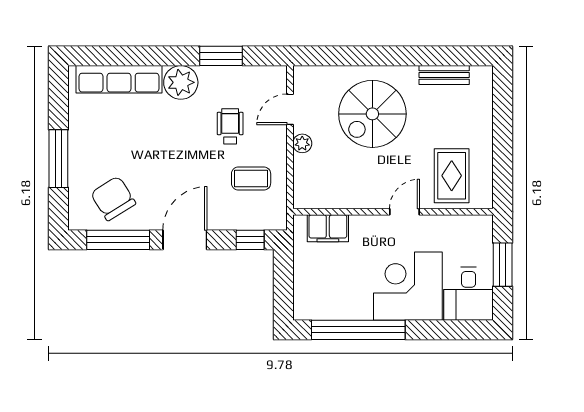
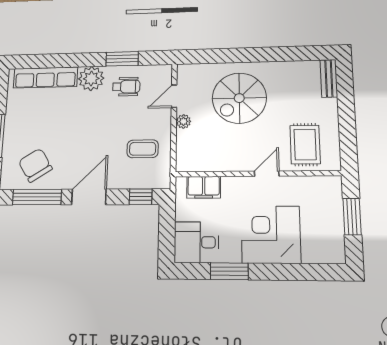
bench: (444, 75) -> (329, 78), moved, turned 90
wheelchair: (230, 126) -> (126, 87), moved, turned 90
desk: (469, 294) -> (196, 242), moved, turned 90
window: (358, 330) -> (229, 271), width x0.47

